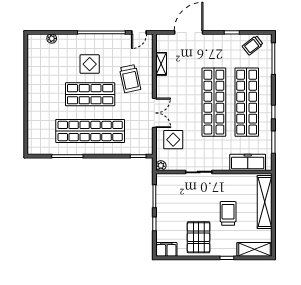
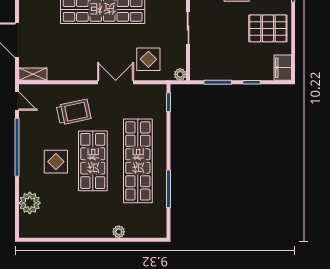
plant: (52, 39) -> (30, 203), width x1.87, depth x1.87
shelving: (161, 64) -> (33, 74), moved
plant: (32, 115) -> (119, 232), added

